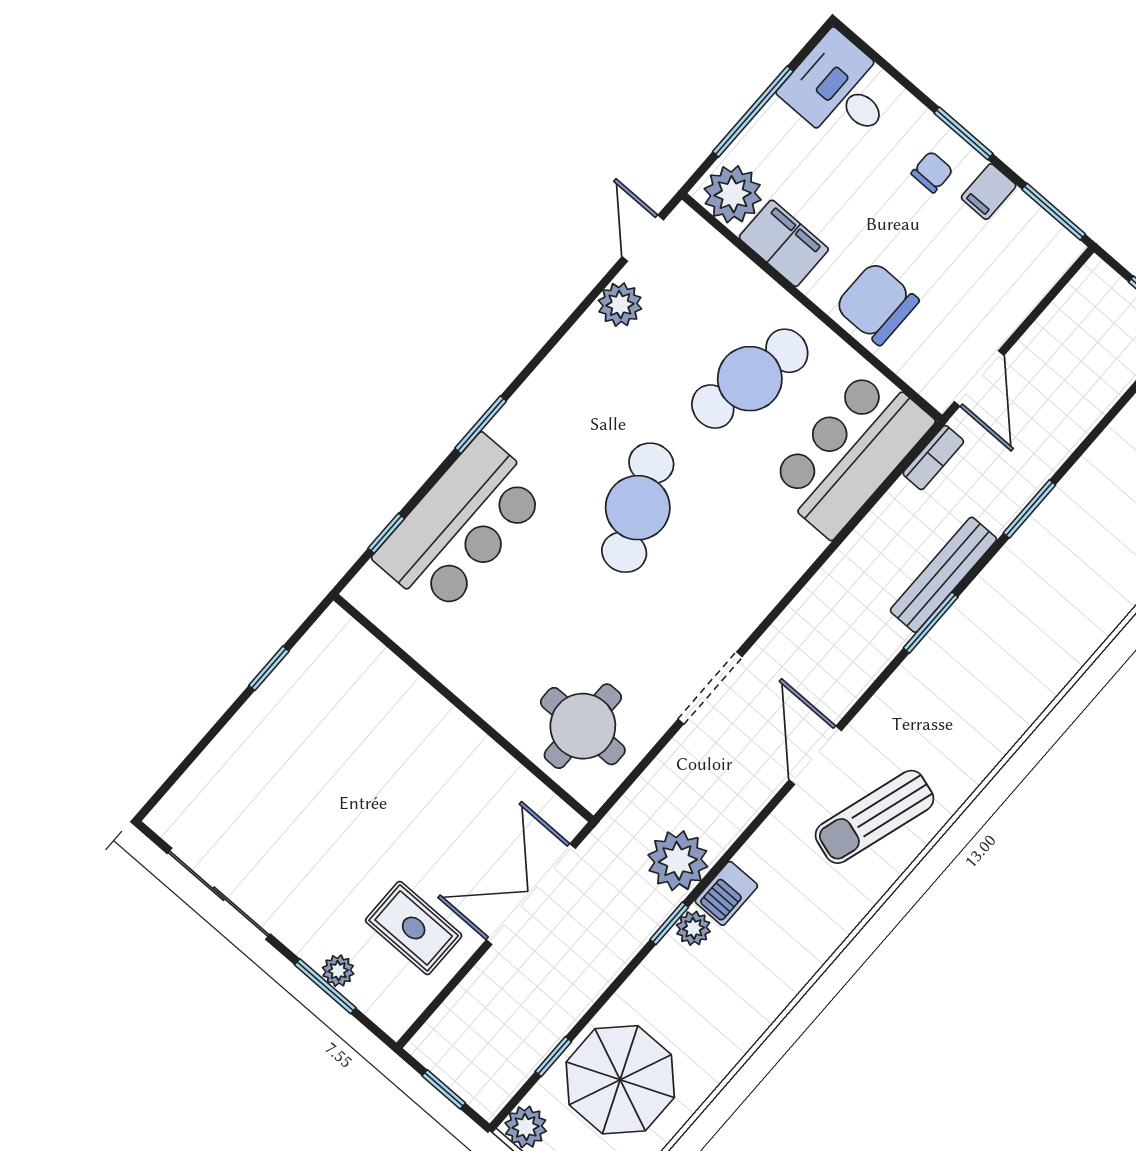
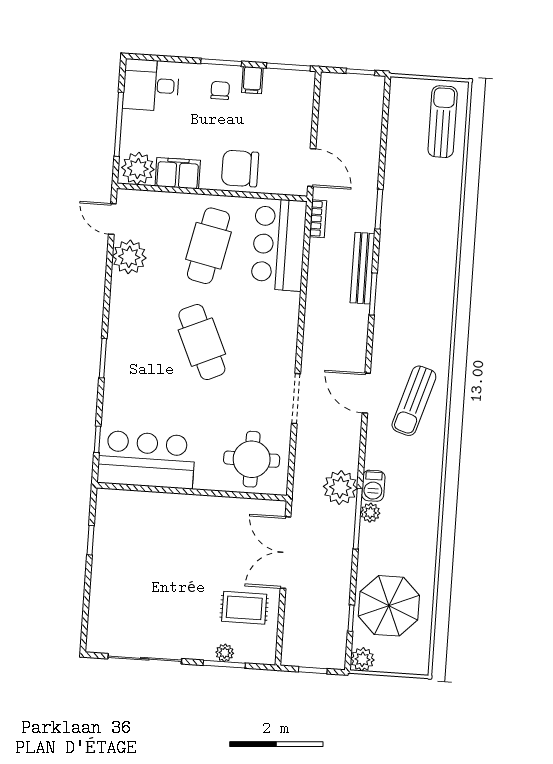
plant: (620, 305) -> (129, 257), width x1.36, depth x1.36
bar counter: (461, 525) -> (146, 460), moved, turned -90
window: (669, 923) -> (358, 519), width x2.17

